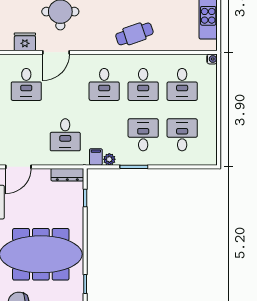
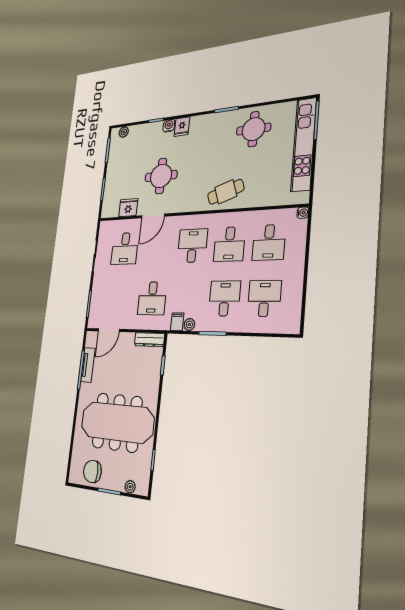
desk: (104, 84) -> (192, 246), turned 180

